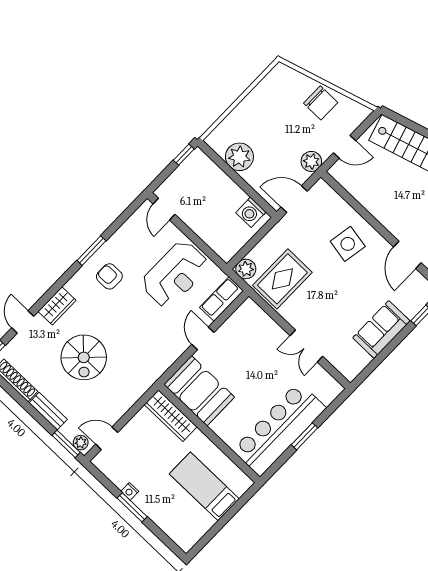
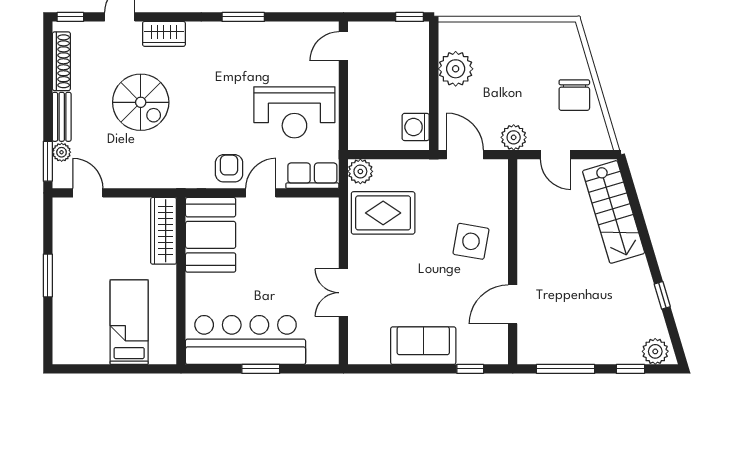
armchair: (109, 276) -> (229, 168), moved
spiral stairs: (84, 357) -> (141, 102), turned -90
plant: (81, 443) -> (62, 152), moved
nightstand: (130, 491) -> (60, 259), removed

